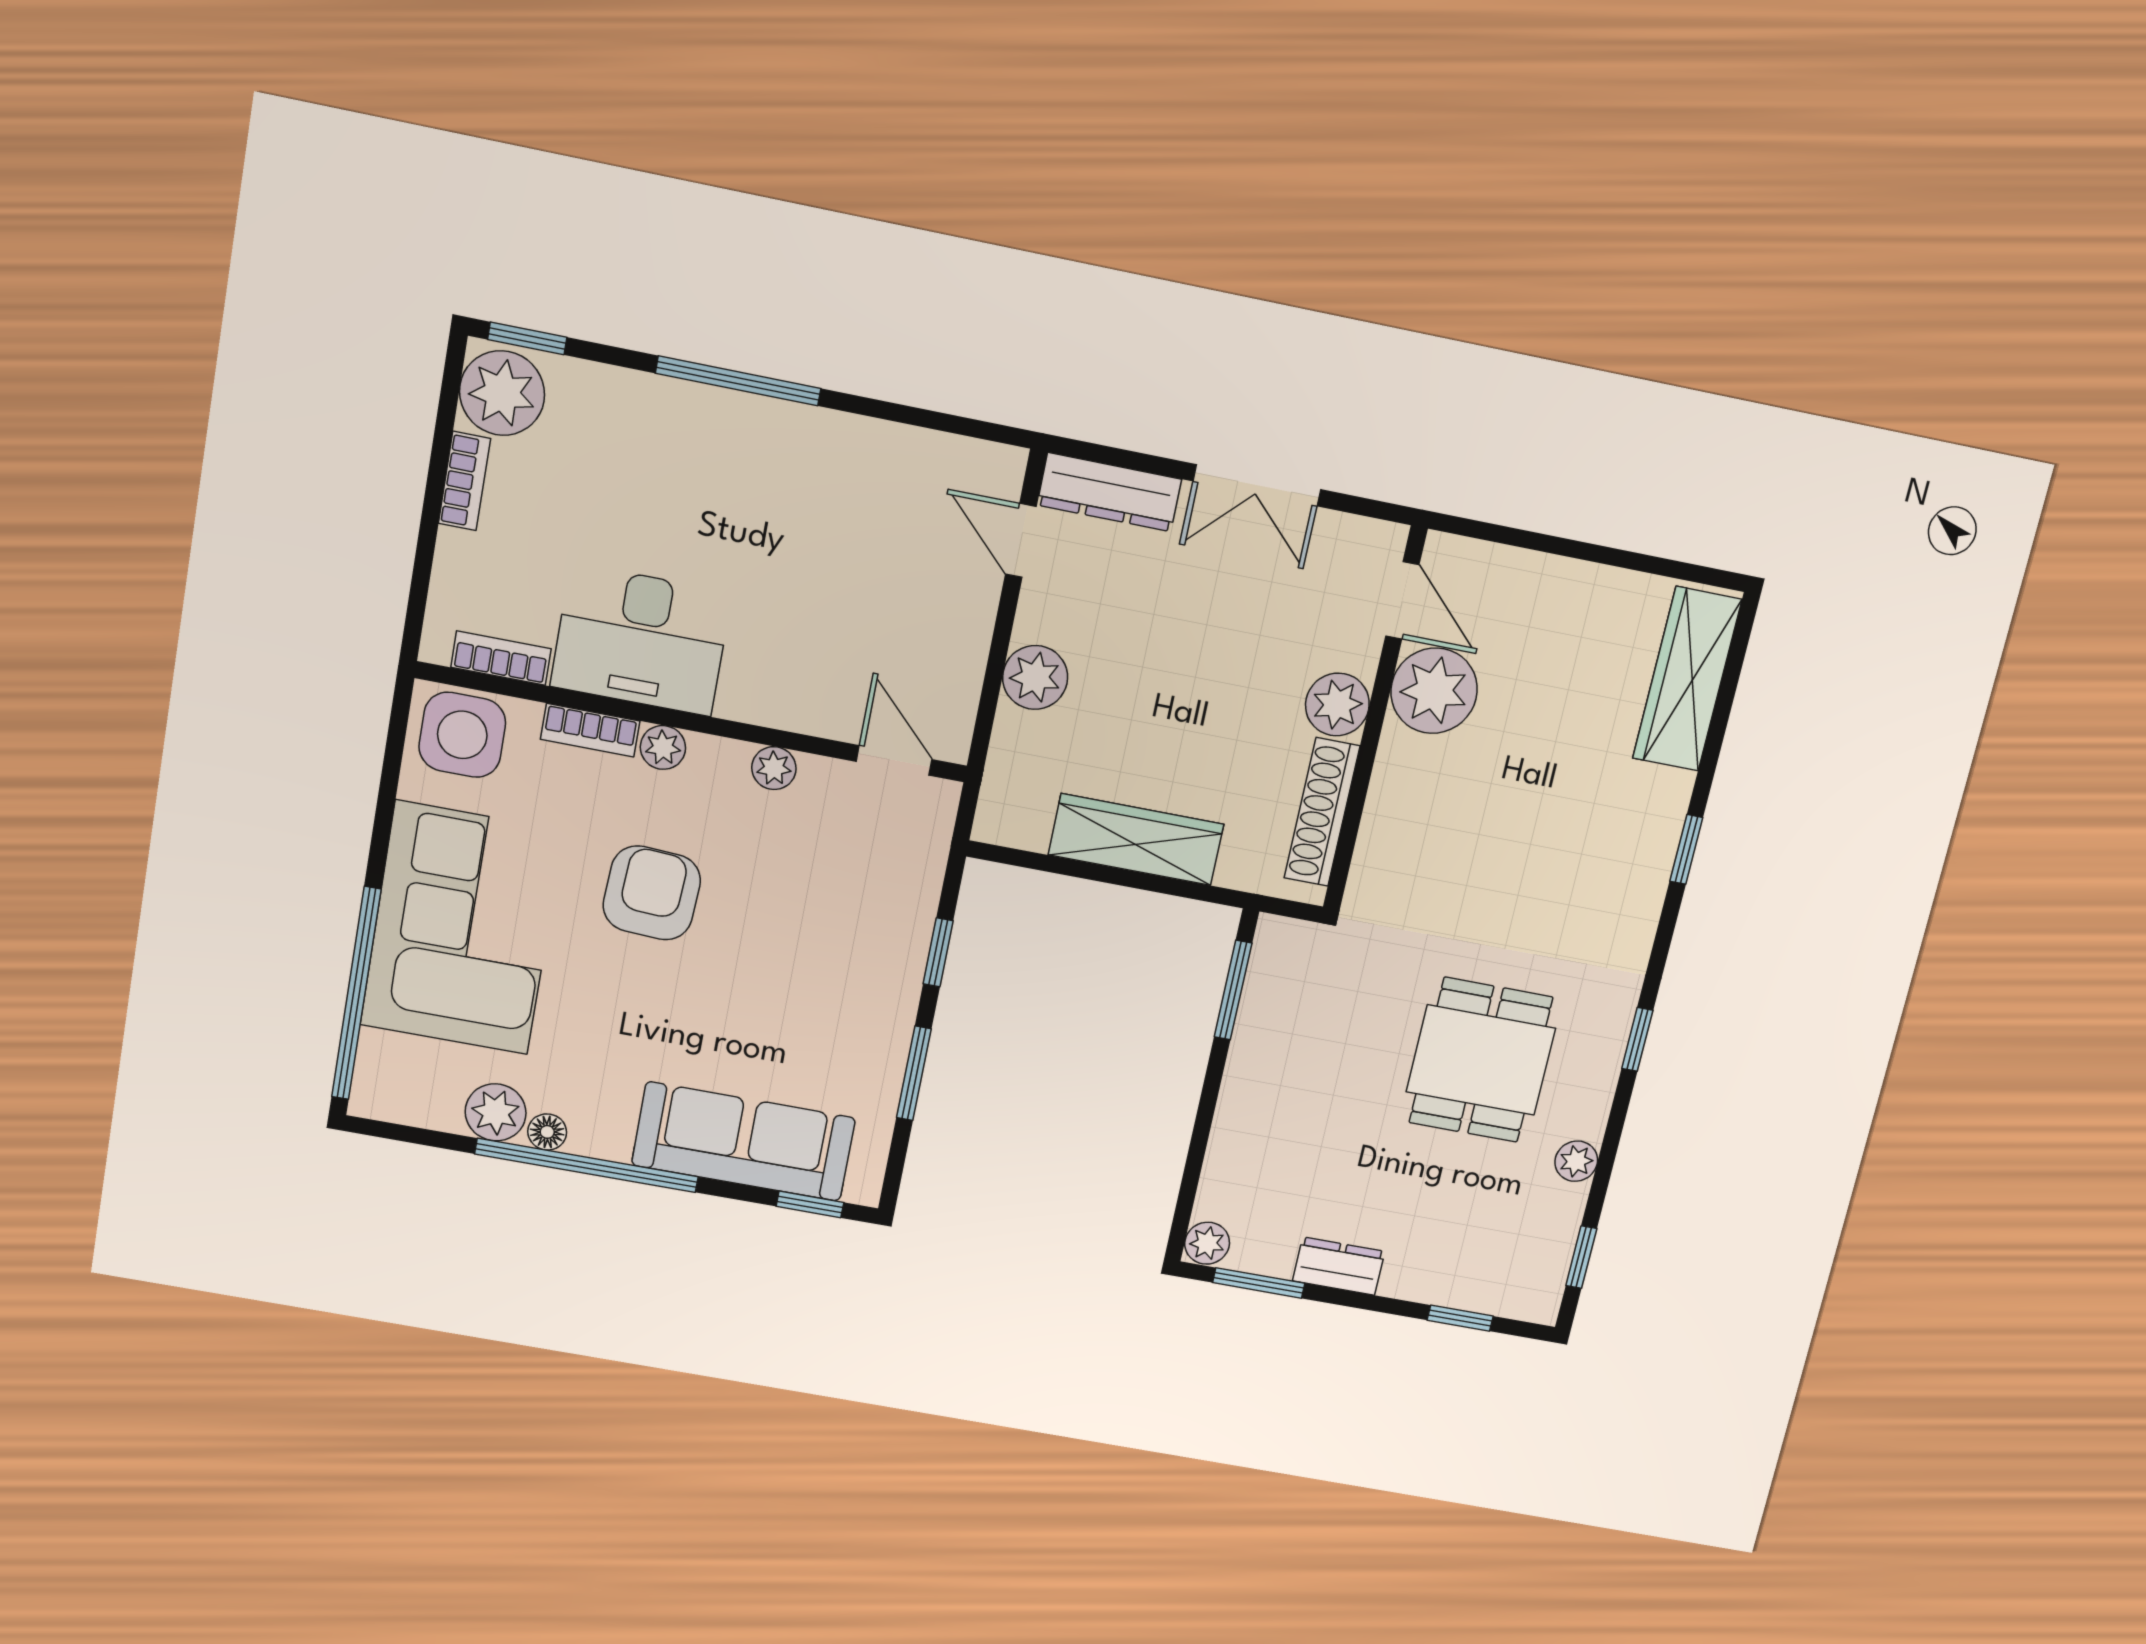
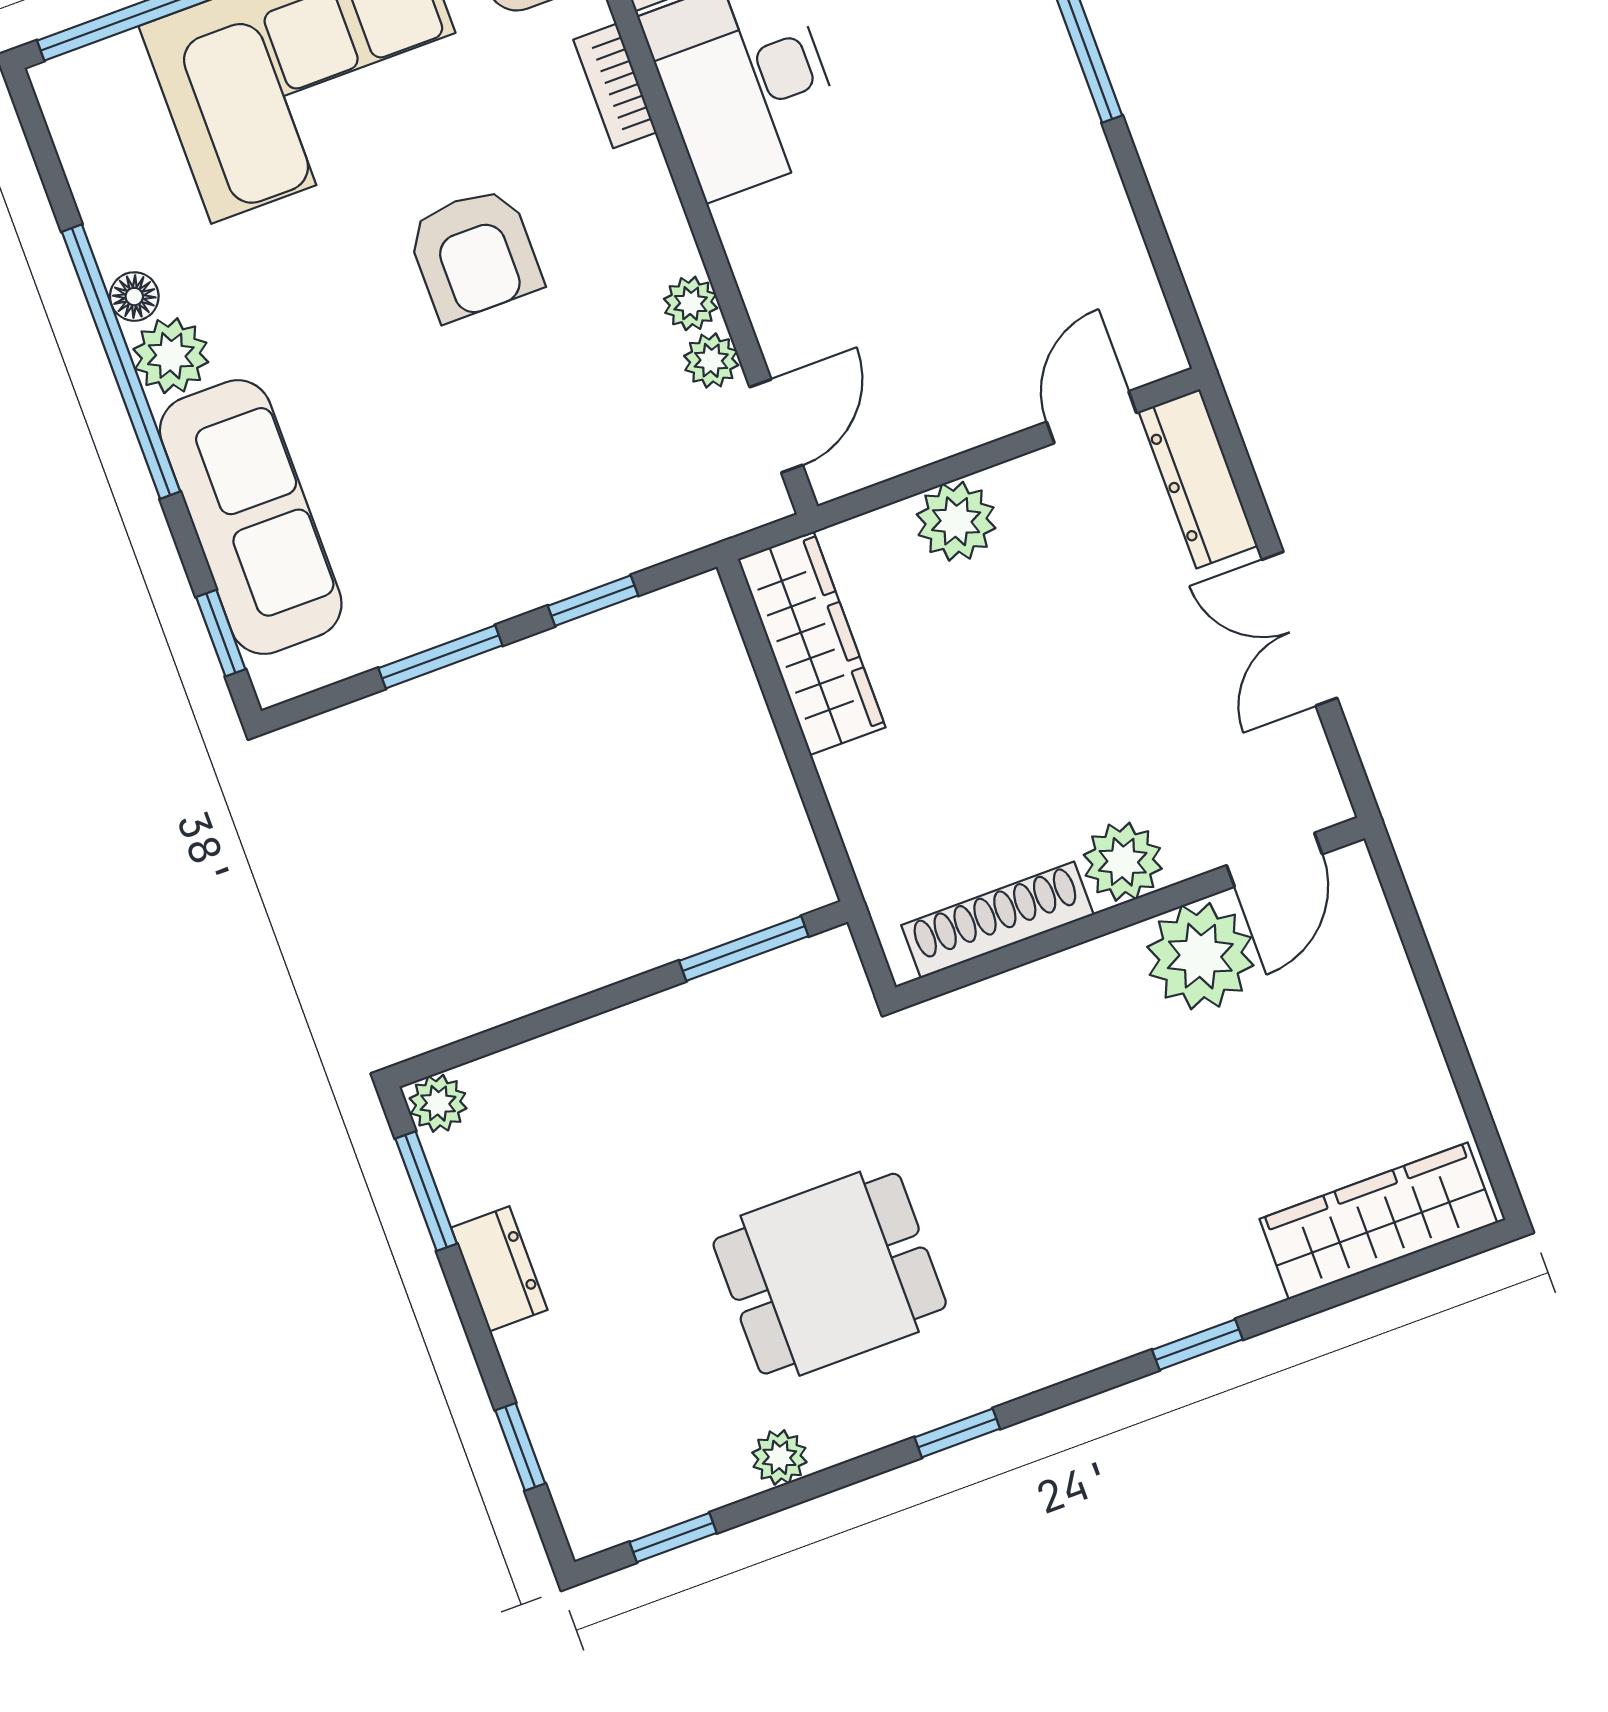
plant: (663, 747) -> (711, 360), moved
wardrobe: (1136, 839) -> (812, 643), moved
armchair: (652, 893) -> (474, 254), turned 87
plant: (496, 1112) -> (171, 356), moved

